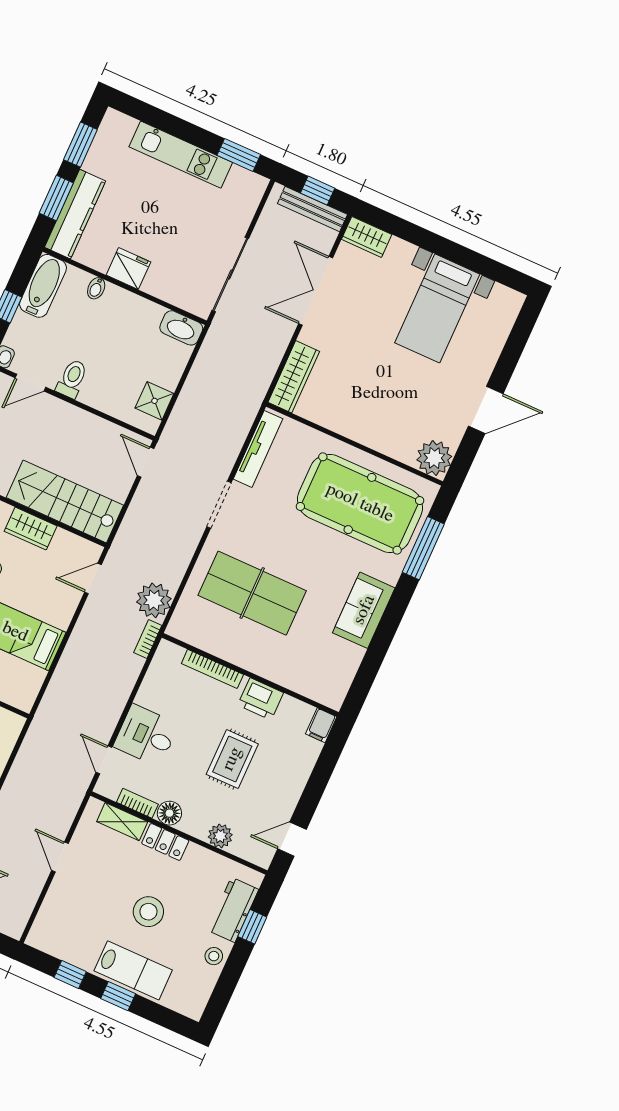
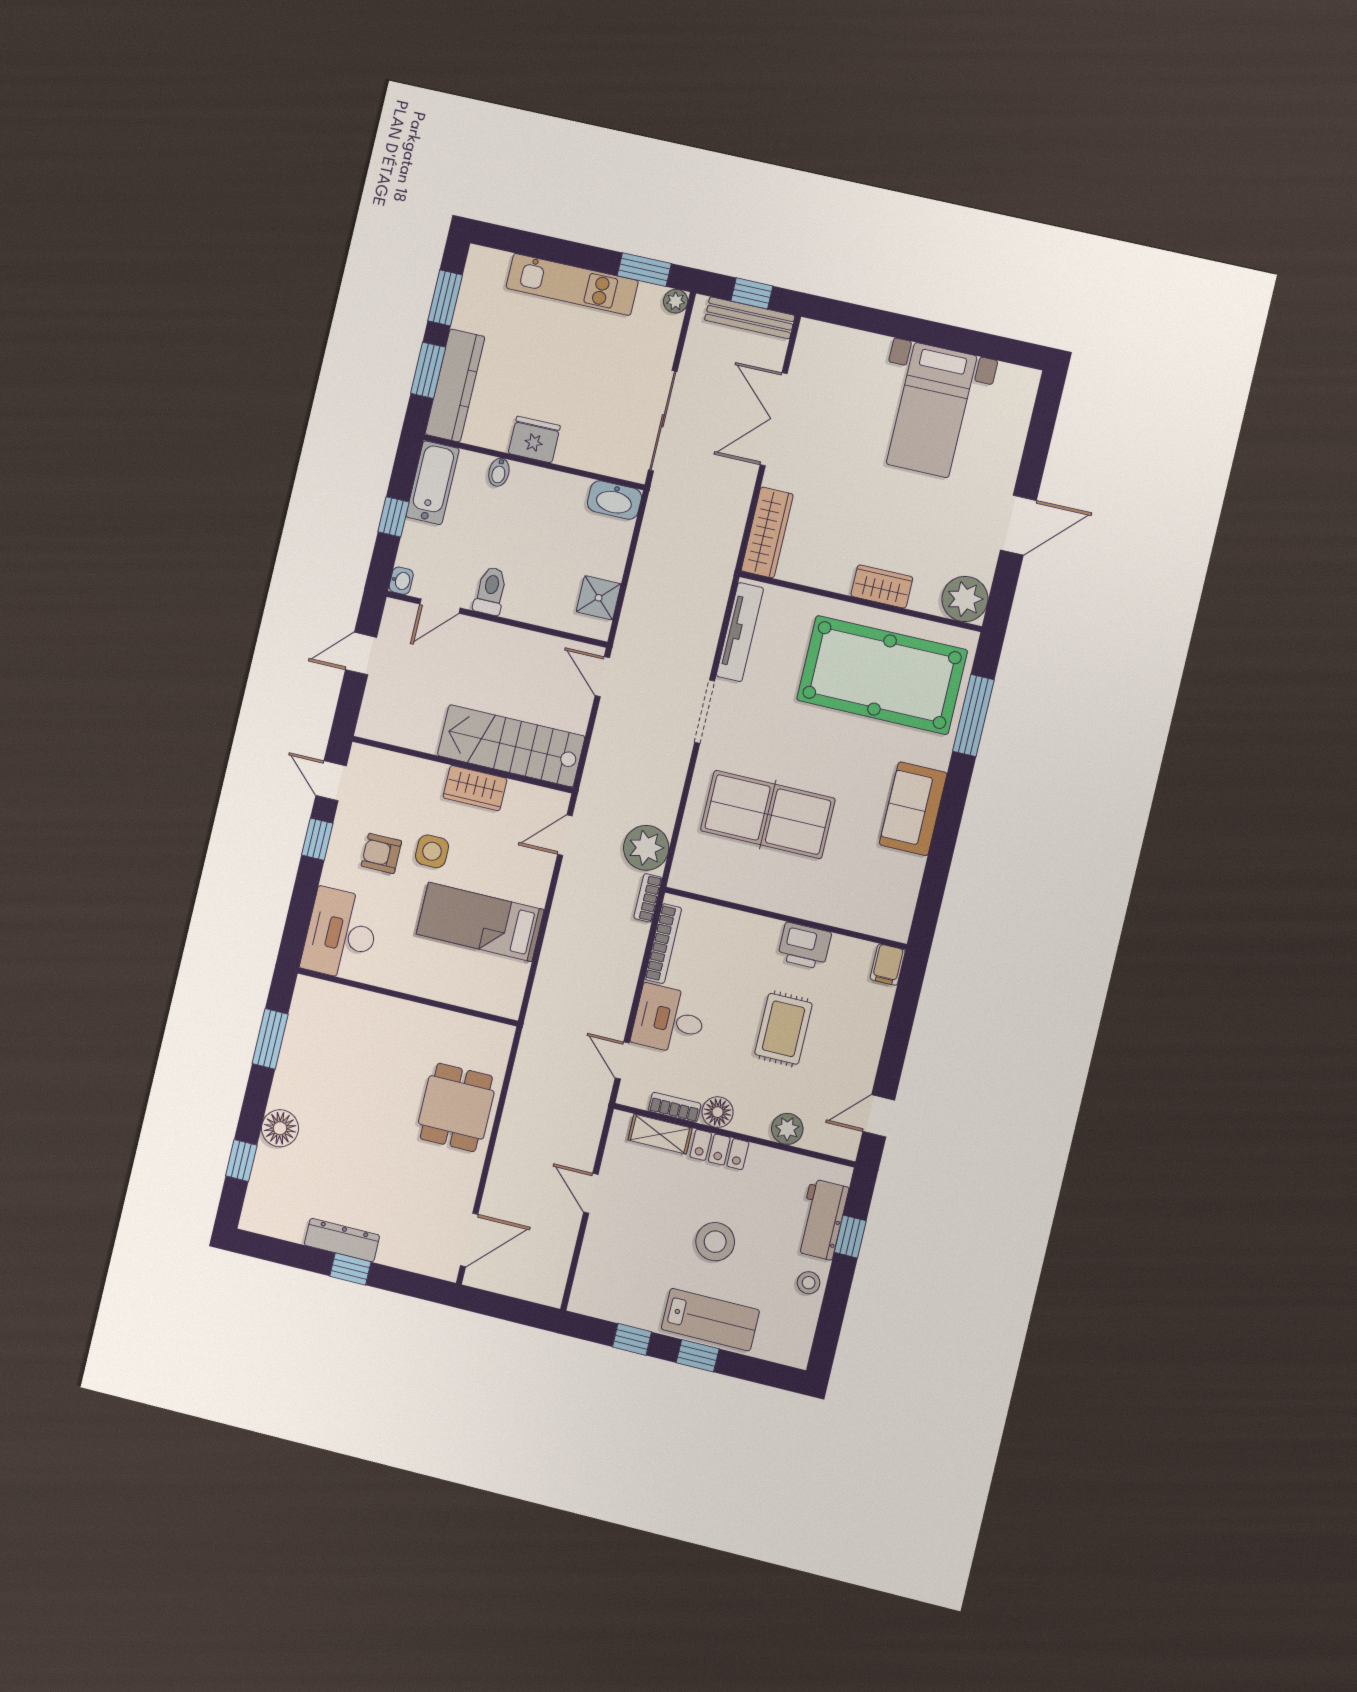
plant: (258, 184) -> (676, 301), added
wardrobe: (367, 237) -> (882, 587), moved, turned 180
bookcase: (212, 669) -> (663, 944), moved, turned -90

